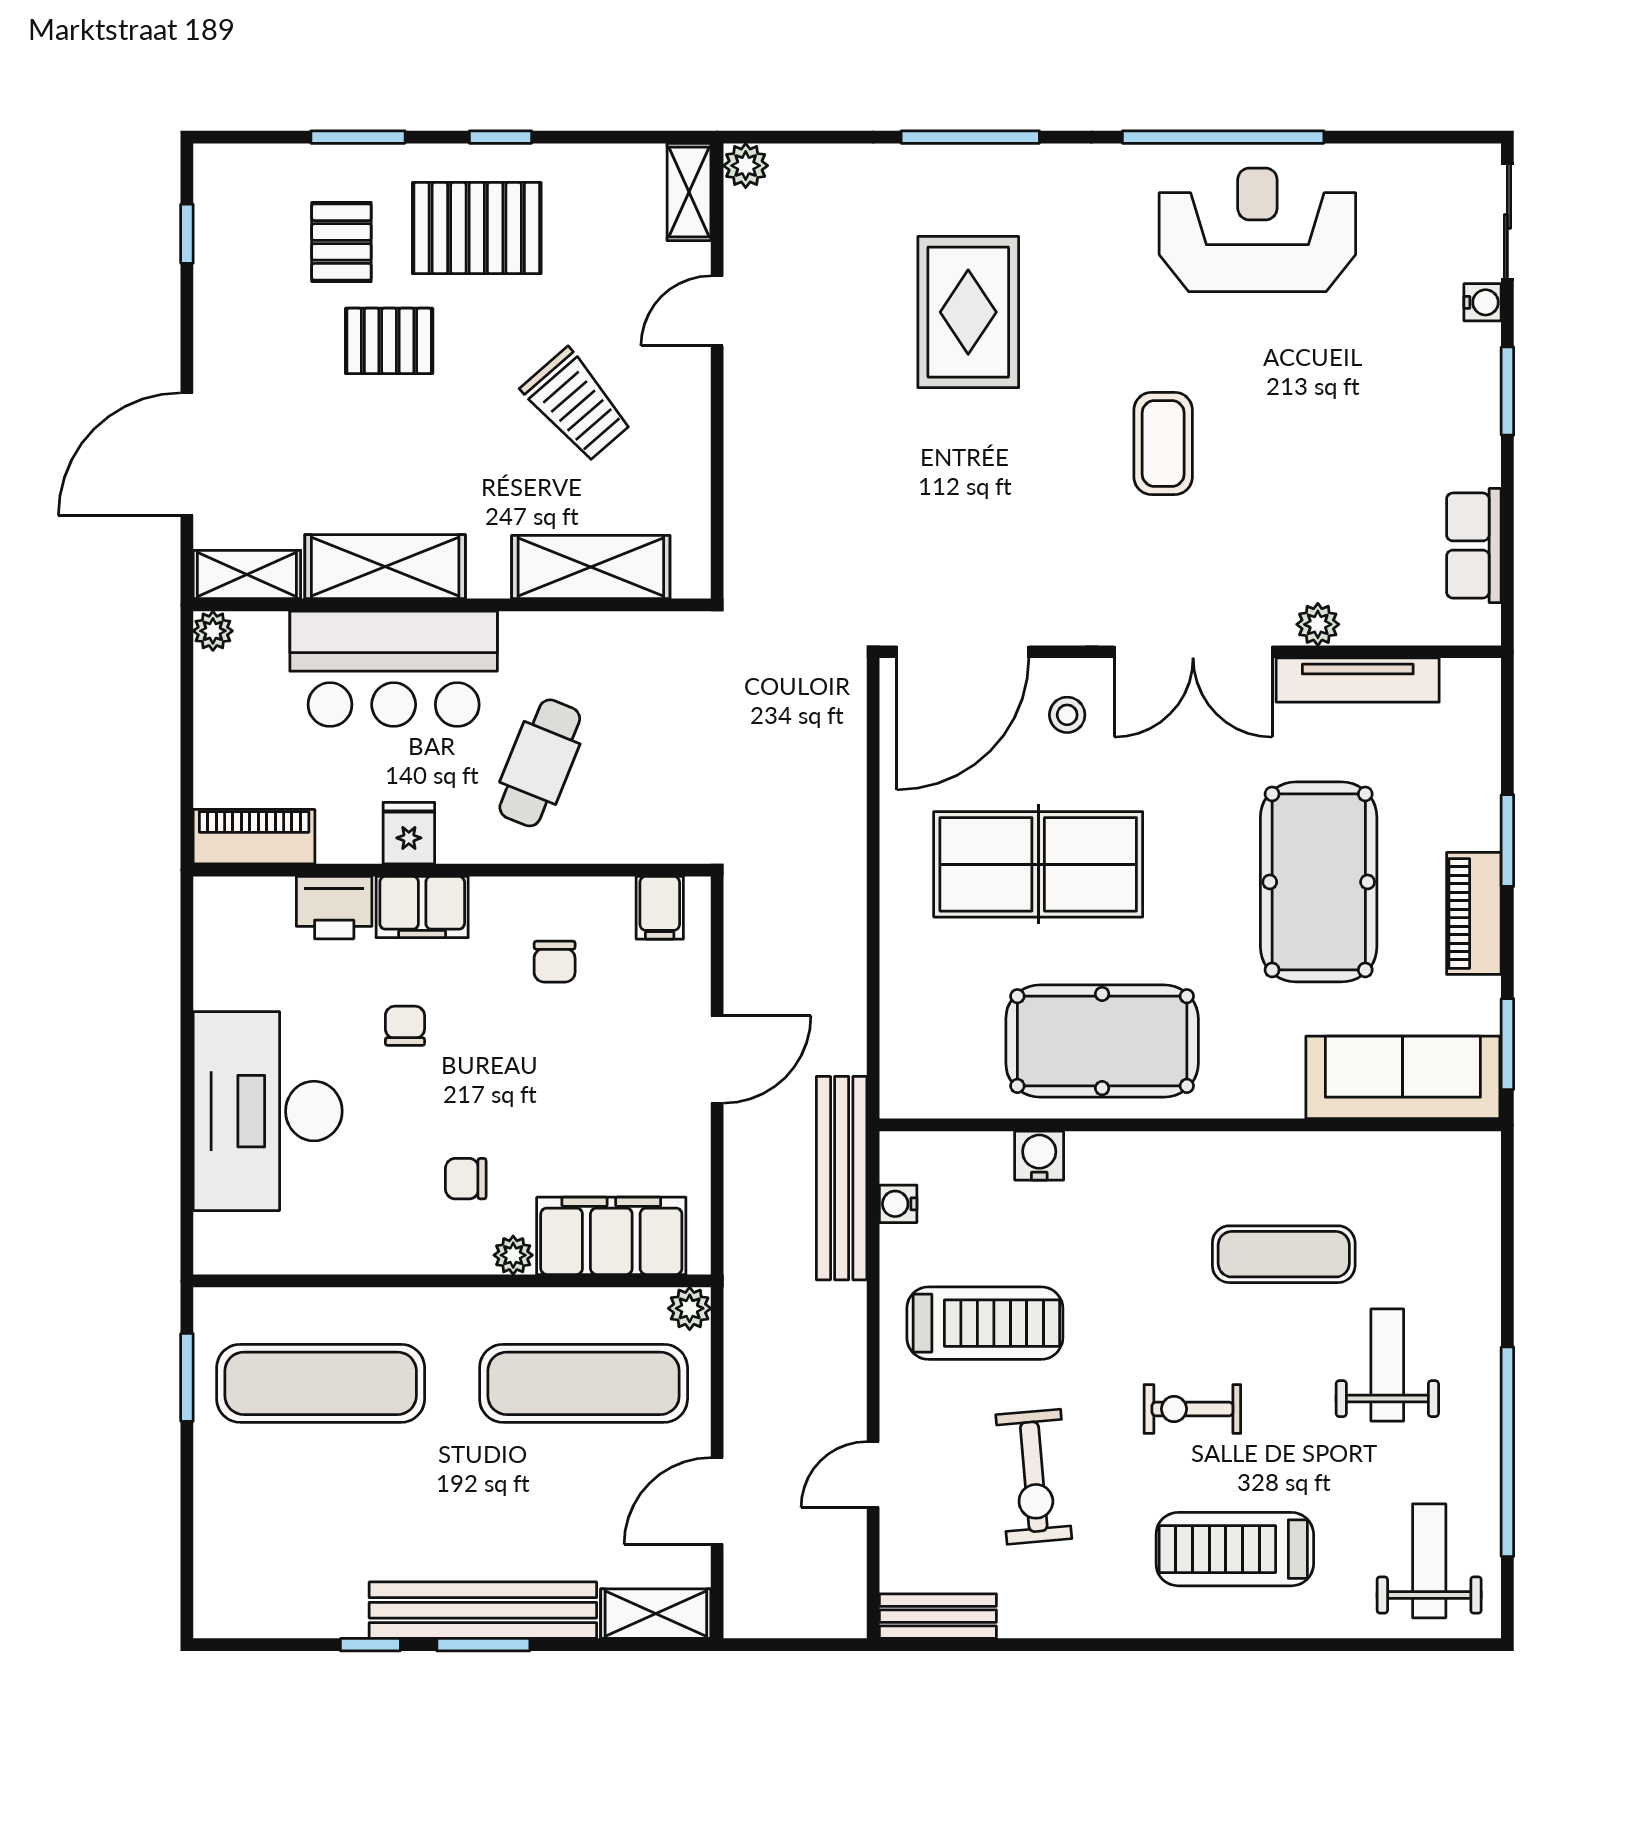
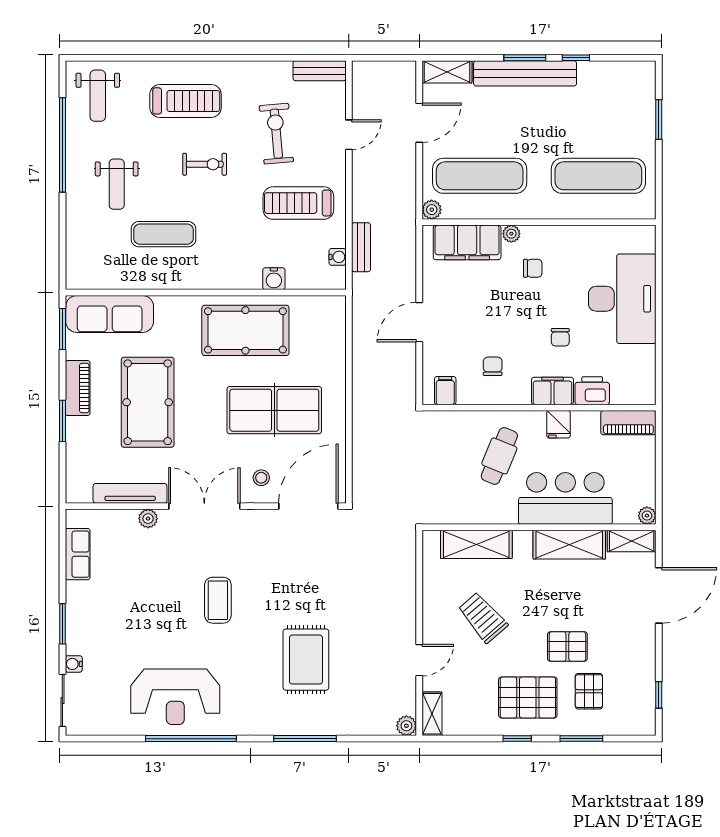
bench: (842, 1178) -> (361, 247), width x0.54, depth x0.82
window: (187, 1377) -> (659, 119), moved

